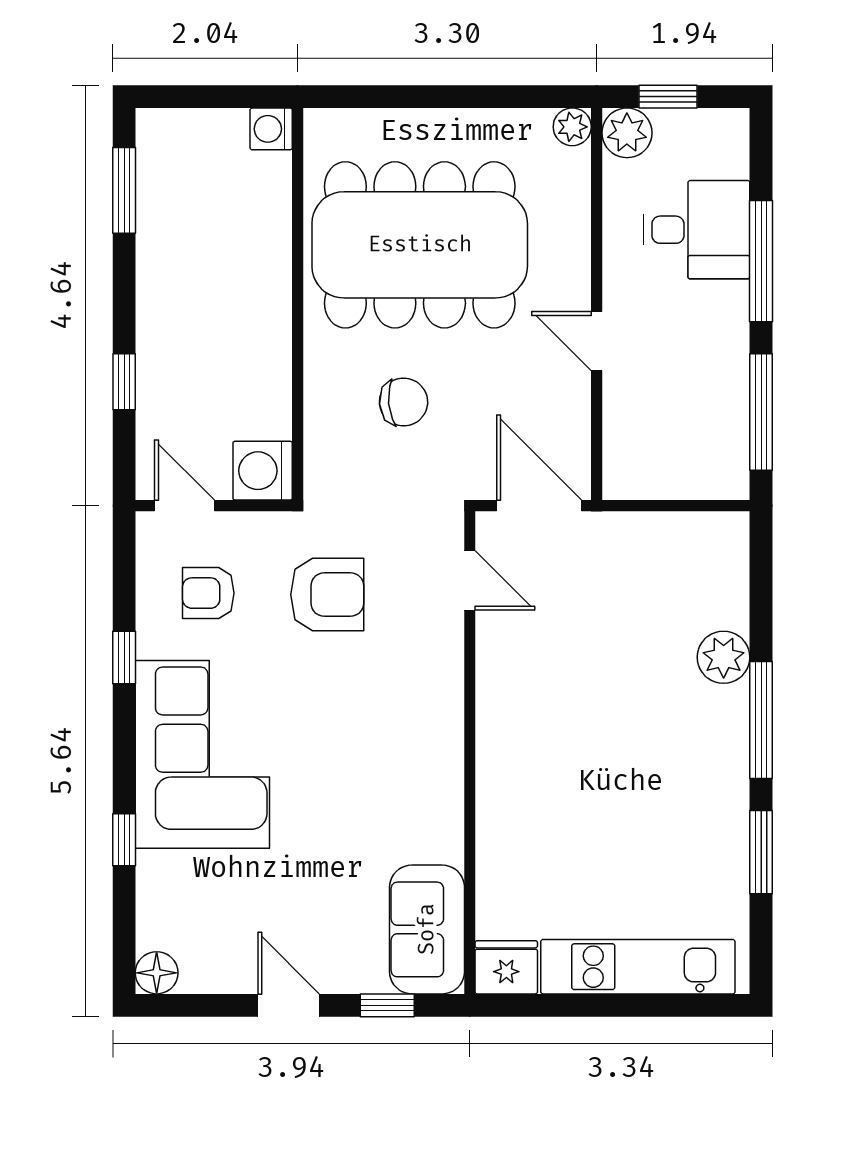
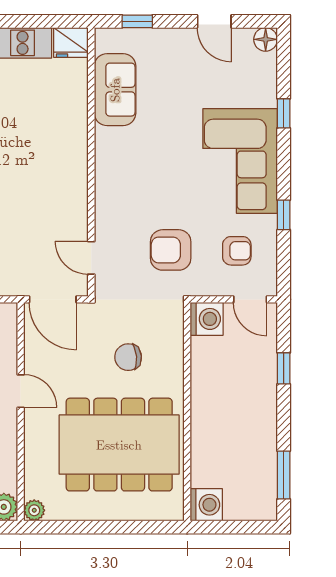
washing machine: (271, 129) -> (206, 505), width x1.38, depth x1.38
sofa: (427, 929) -> (115, 90), moved
door: (289, 1005) -> (214, 21), moved

